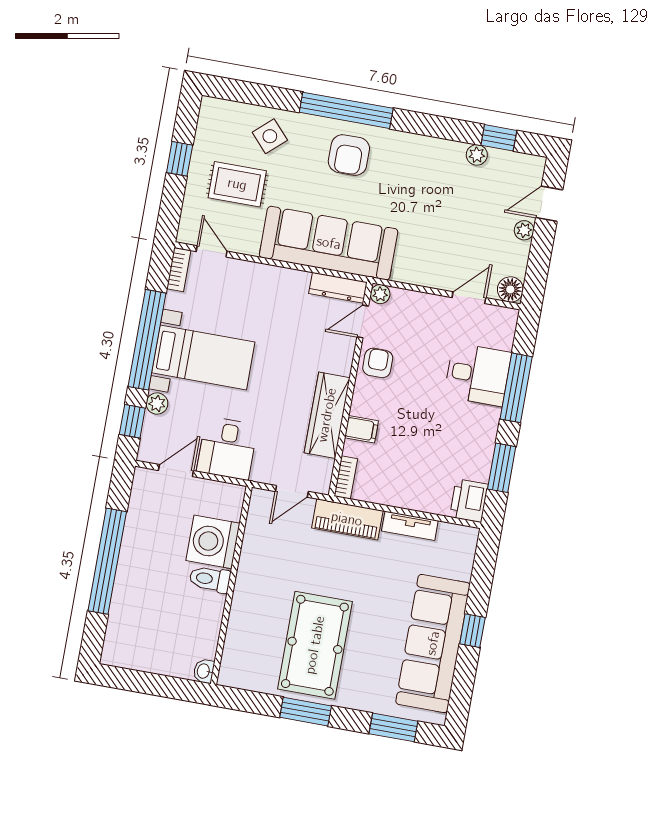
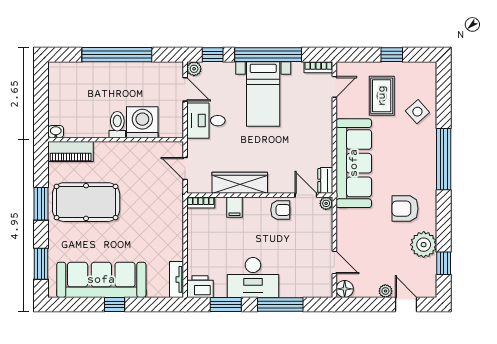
armchair: (349, 155) -> (405, 209), moved
plant: (477, 155) -> (424, 245), width x1.88, depth x1.88
dresser: (338, 288) -> (325, 180), width x0.70
desk: (478, 374) -> (253, 277), moved, width x1.37
plant: (157, 404) -> (194, 69), moved
piano: (347, 519) -> (71, 151), moved, turned -90
tv unit: (410, 526) -> (176, 279), moved

